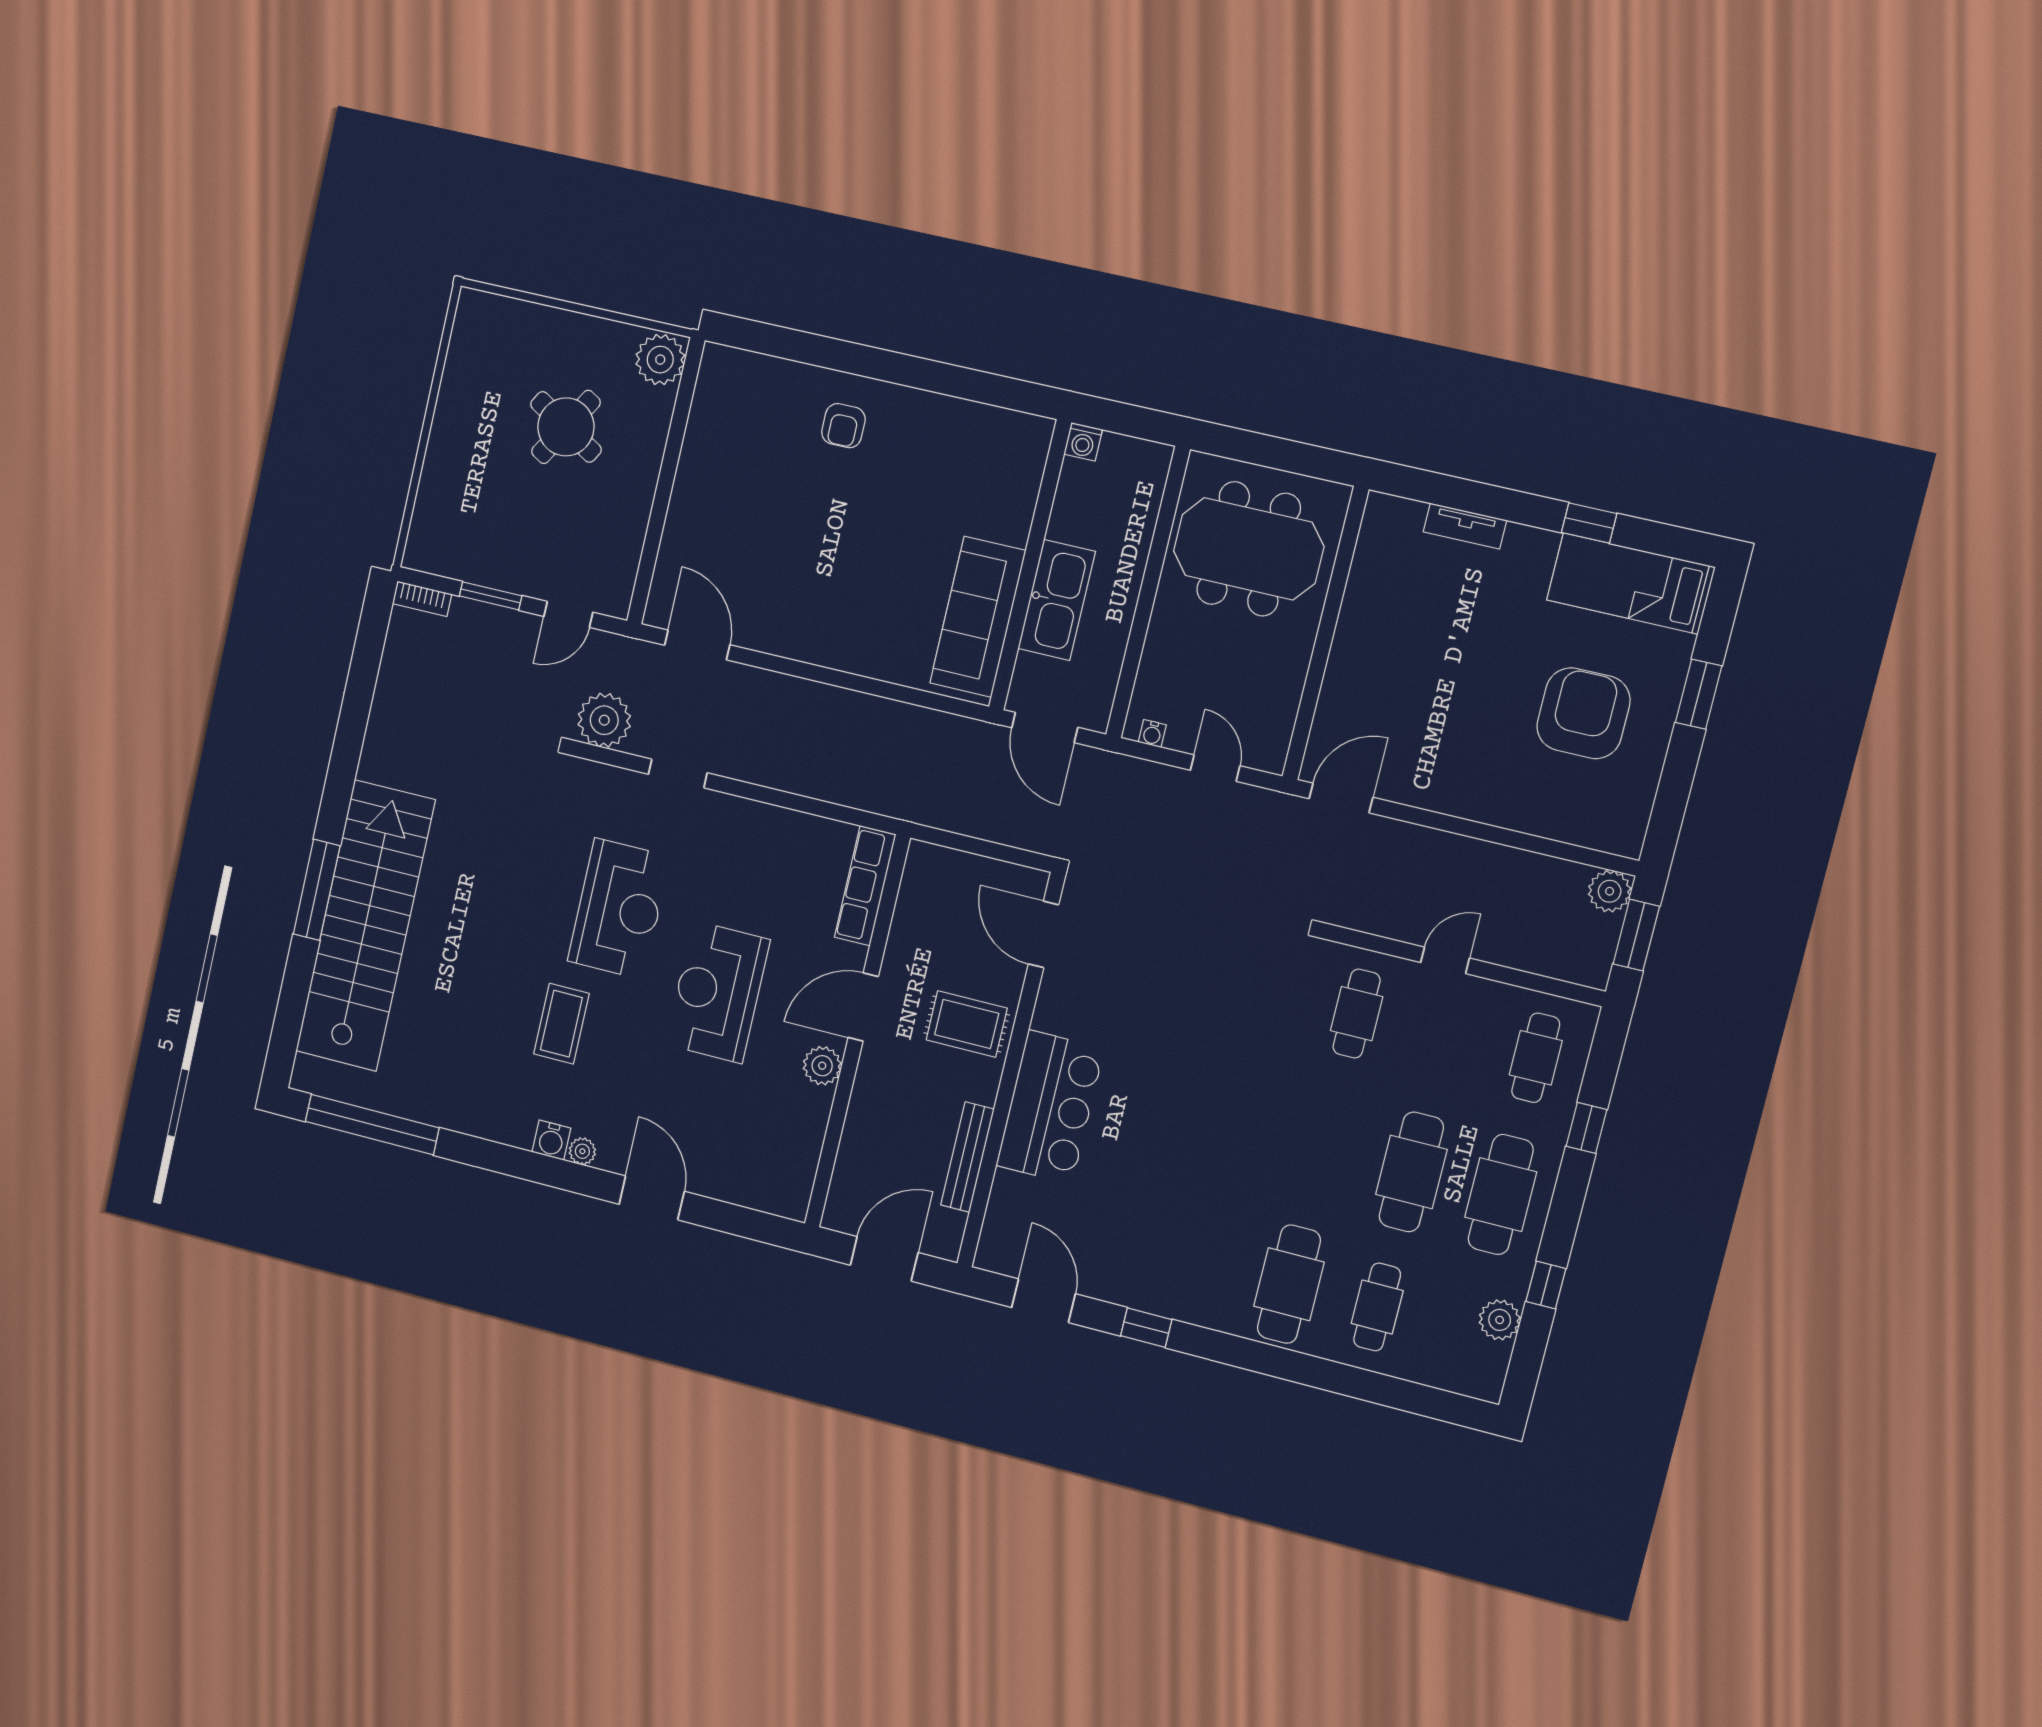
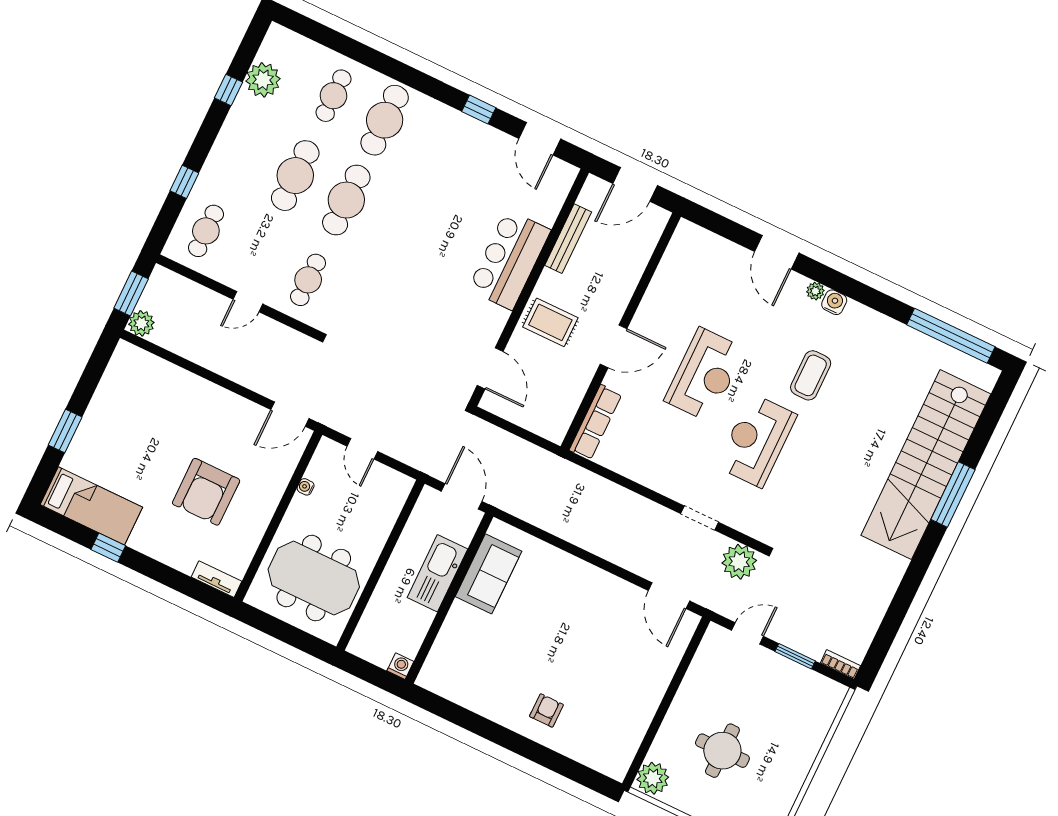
round table: (566, 427) -> (722, 751), turned -31
tv unit: (1465, 526) -> (216, 579), moved
sofa: (978, 617) -> (488, 574), width x0.73
armchair: (1583, 713) -> (206, 492), moved
water cooler: (1152, 734) -> (306, 487), moved, turned -90
plant: (822, 1066) -> (648, 315), removed
cafe table: (1501, 1195) -> (346, 200), moved
plant: (1500, 1320) -> (263, 80), width x1.36, depth x1.36

